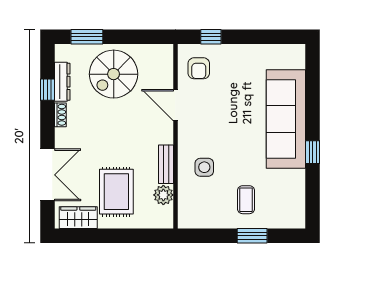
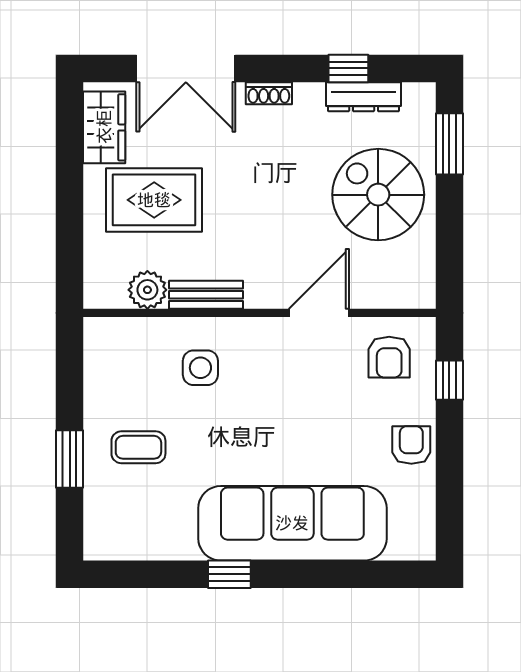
armchair: (245, 57) -> (411, 445), added
armchair: (199, 68) -> (389, 357), turned -90
shoe rack: (60, 115) -> (269, 93), moved

